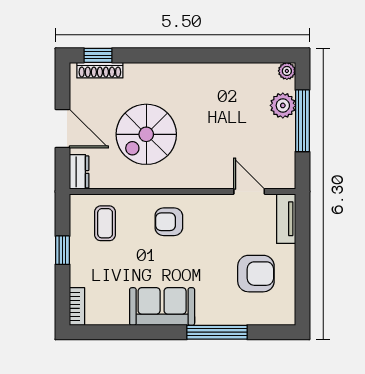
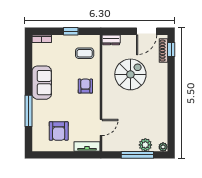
door: (63, 128) -> (147, 31), moved
spiral stairs: (146, 134) -> (130, 74), turned 90

